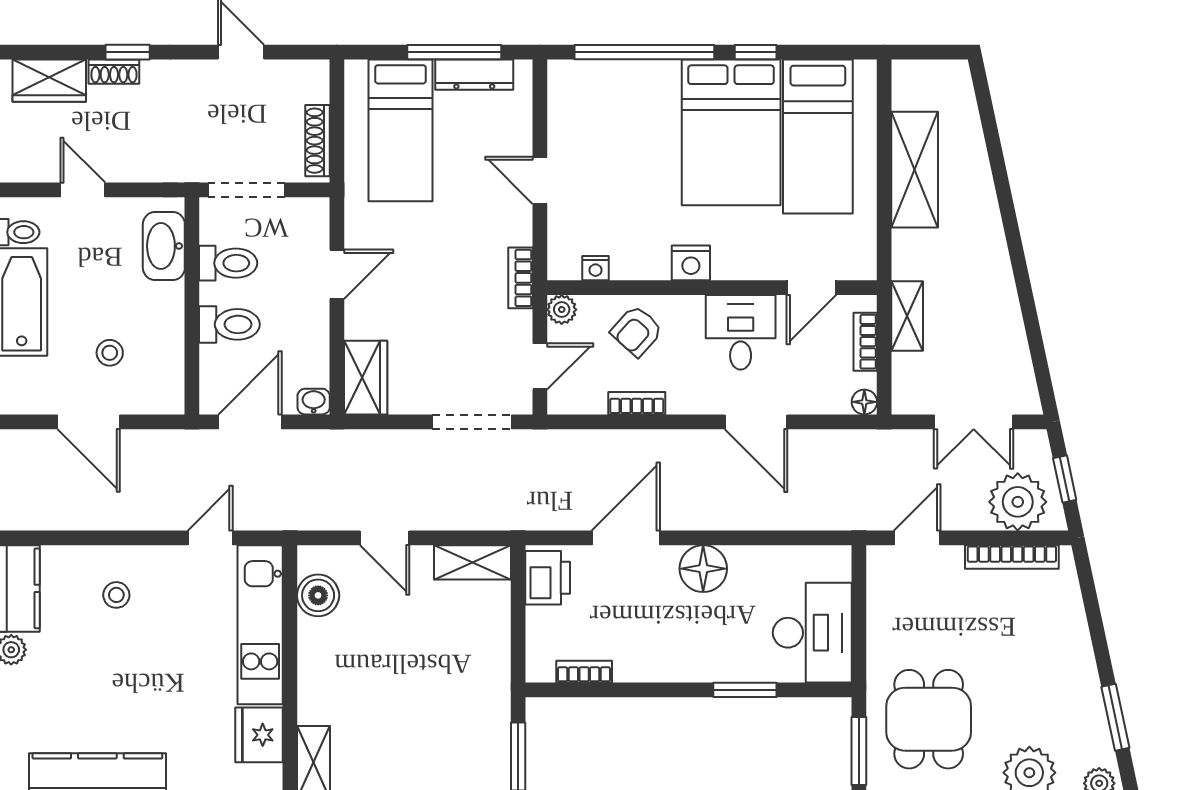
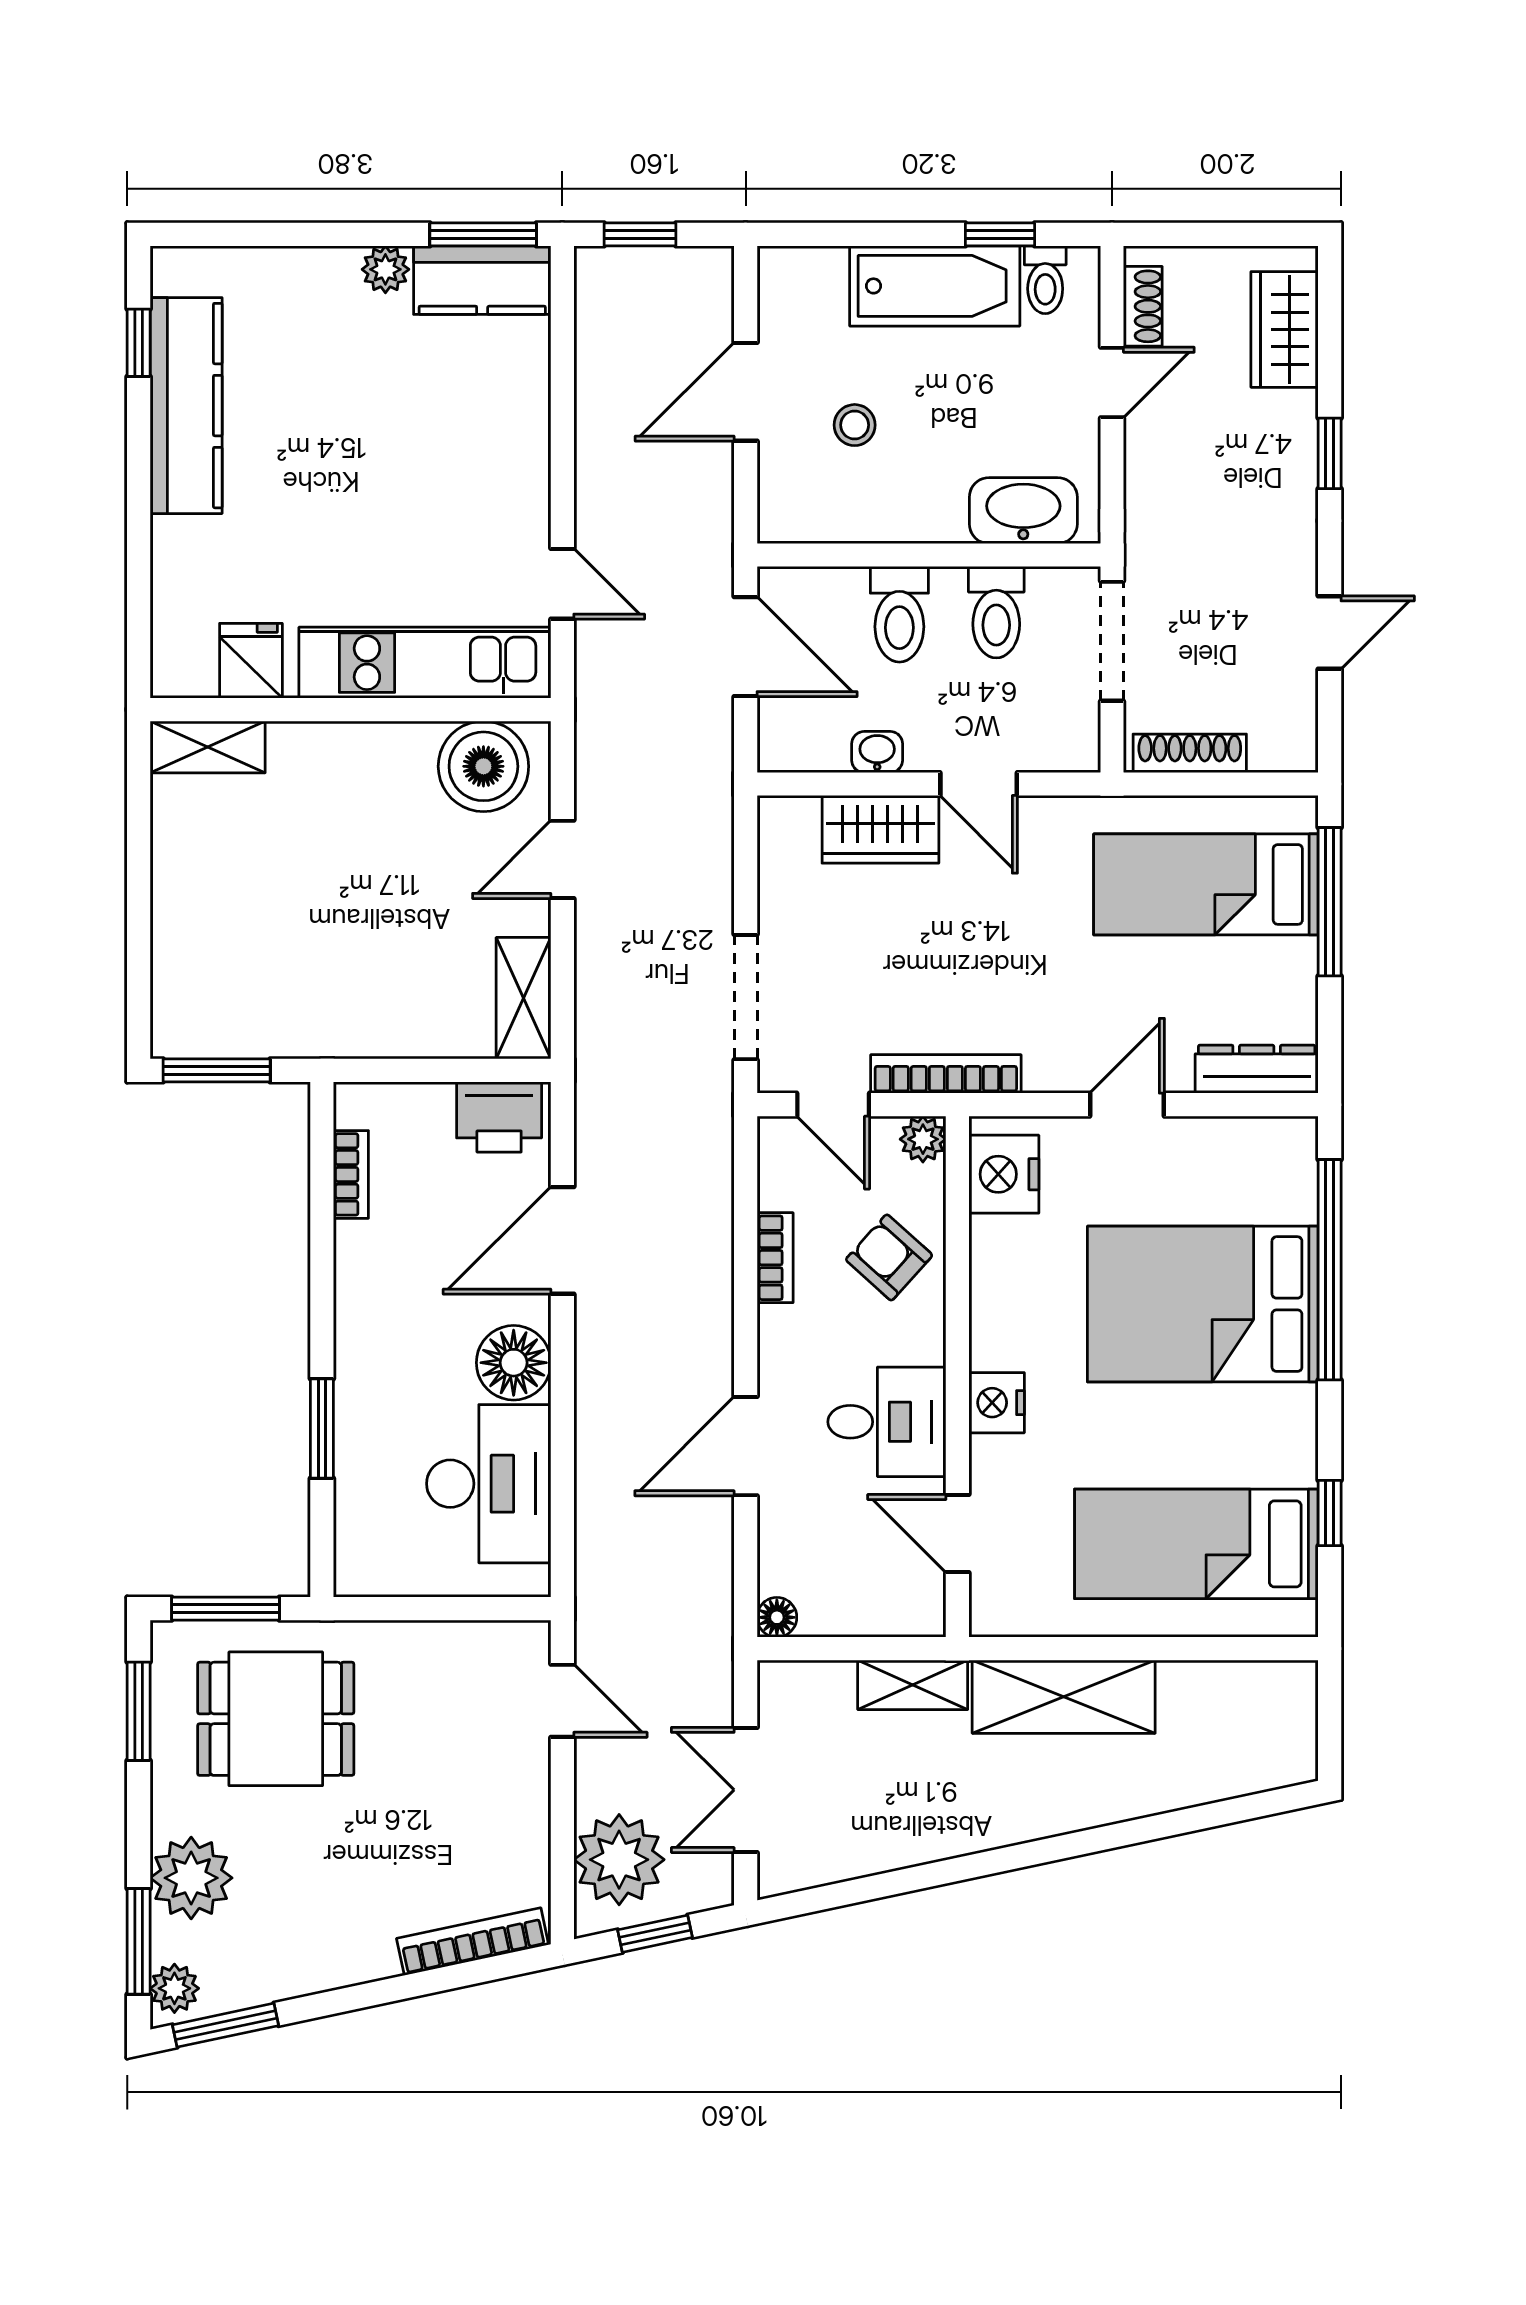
window: (454, 52) -> (1330, 902), moved
window: (756, 52) -> (1330, 1513), moved
shoe rack: (114, 72) -> (1143, 306), moved, turned 180
dresser: (474, 75) -> (1257, 1069), moved, turned 90
bed: (731, 132) -> (1203, 1304), moved
shelving: (915, 170) -> (1064, 1697), moved
nightstand: (691, 263) -> (997, 1403), moved
nightstand: (596, 268) -> (1004, 1174), width x1.89, depth x1.79
bookcase: (520, 278) -> (946, 1074), width x1.56
bookcase: (865, 342) -> (872, 1619), removed
wardrobe: (366, 378) -> (880, 829), moved
washbasin: (314, 402) -> (877, 752), moved, turned -90
door: (626, 538) -> (562, 1240), swing flipped
bookcase: (1012, 557) -> (473, 1942), moved, turned 78
stool: (116, 595) -> (472, 436), removed
boiler: (318, 595) -> (483, 766), width x1.37, depth x1.37
desk: (812, 633) -> (489, 1484), moved, turned -90
window: (1115, 717) -> (226, 2025), moved
fridge: (259, 735) -> (251, 661), width x0.72

